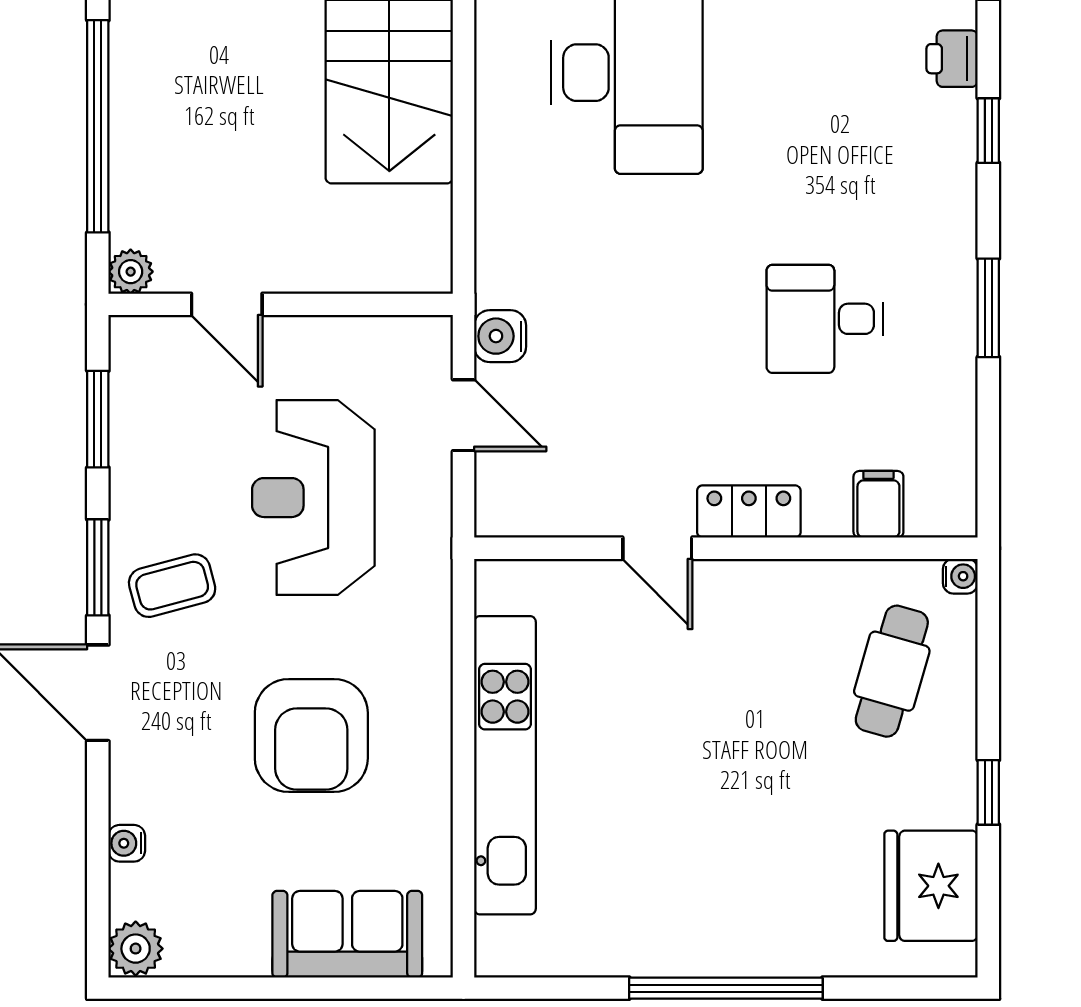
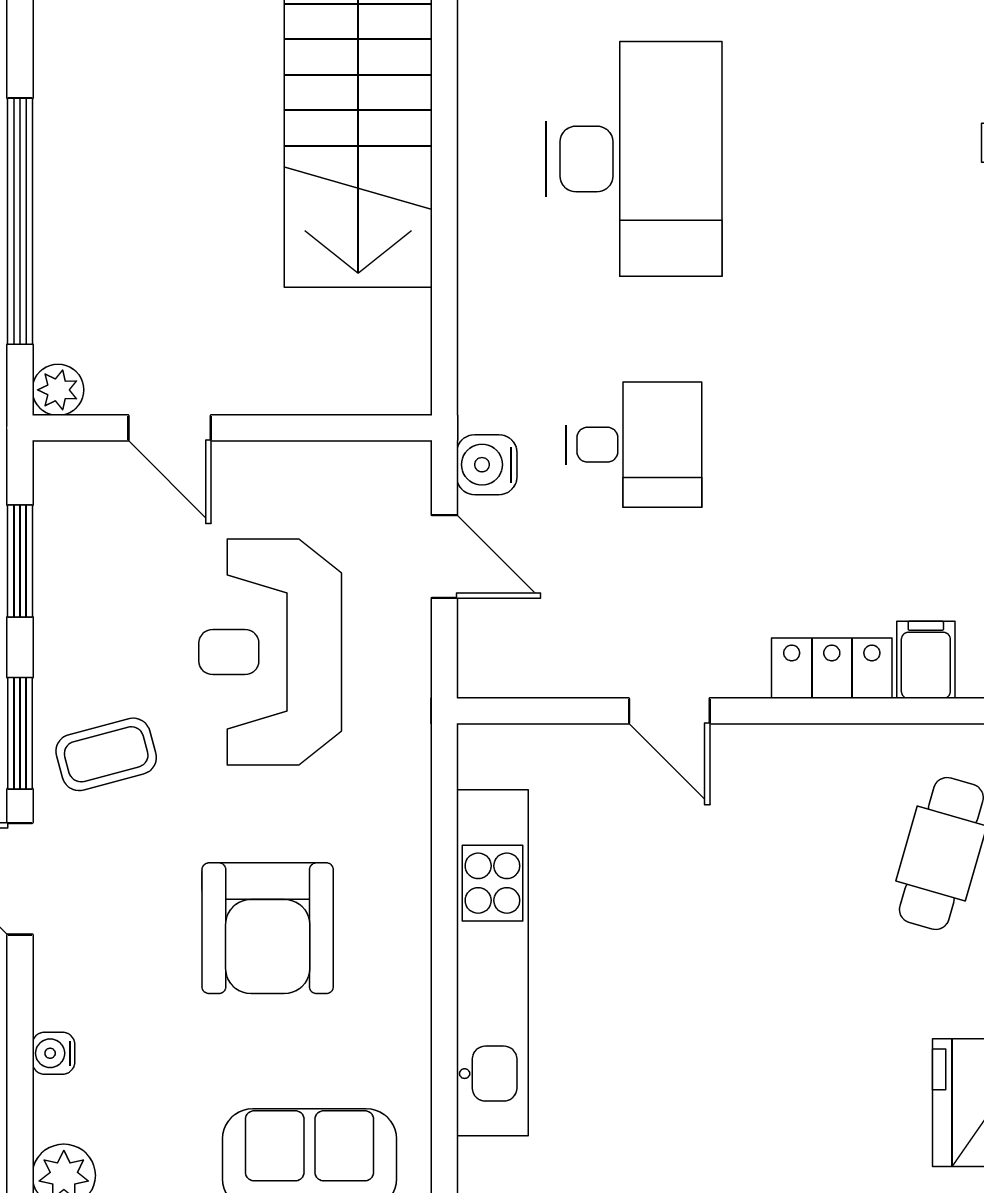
desk: (825, 319) -> (634, 445), moved, turned 180
locker: (749, 511) -> (832, 668), moved

